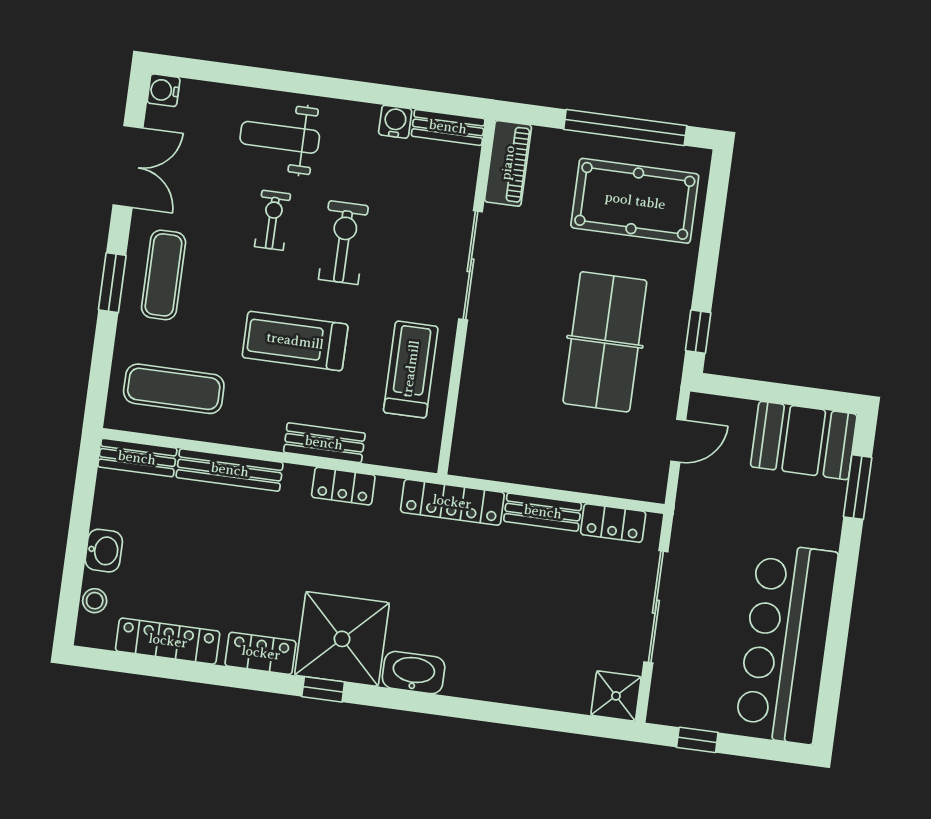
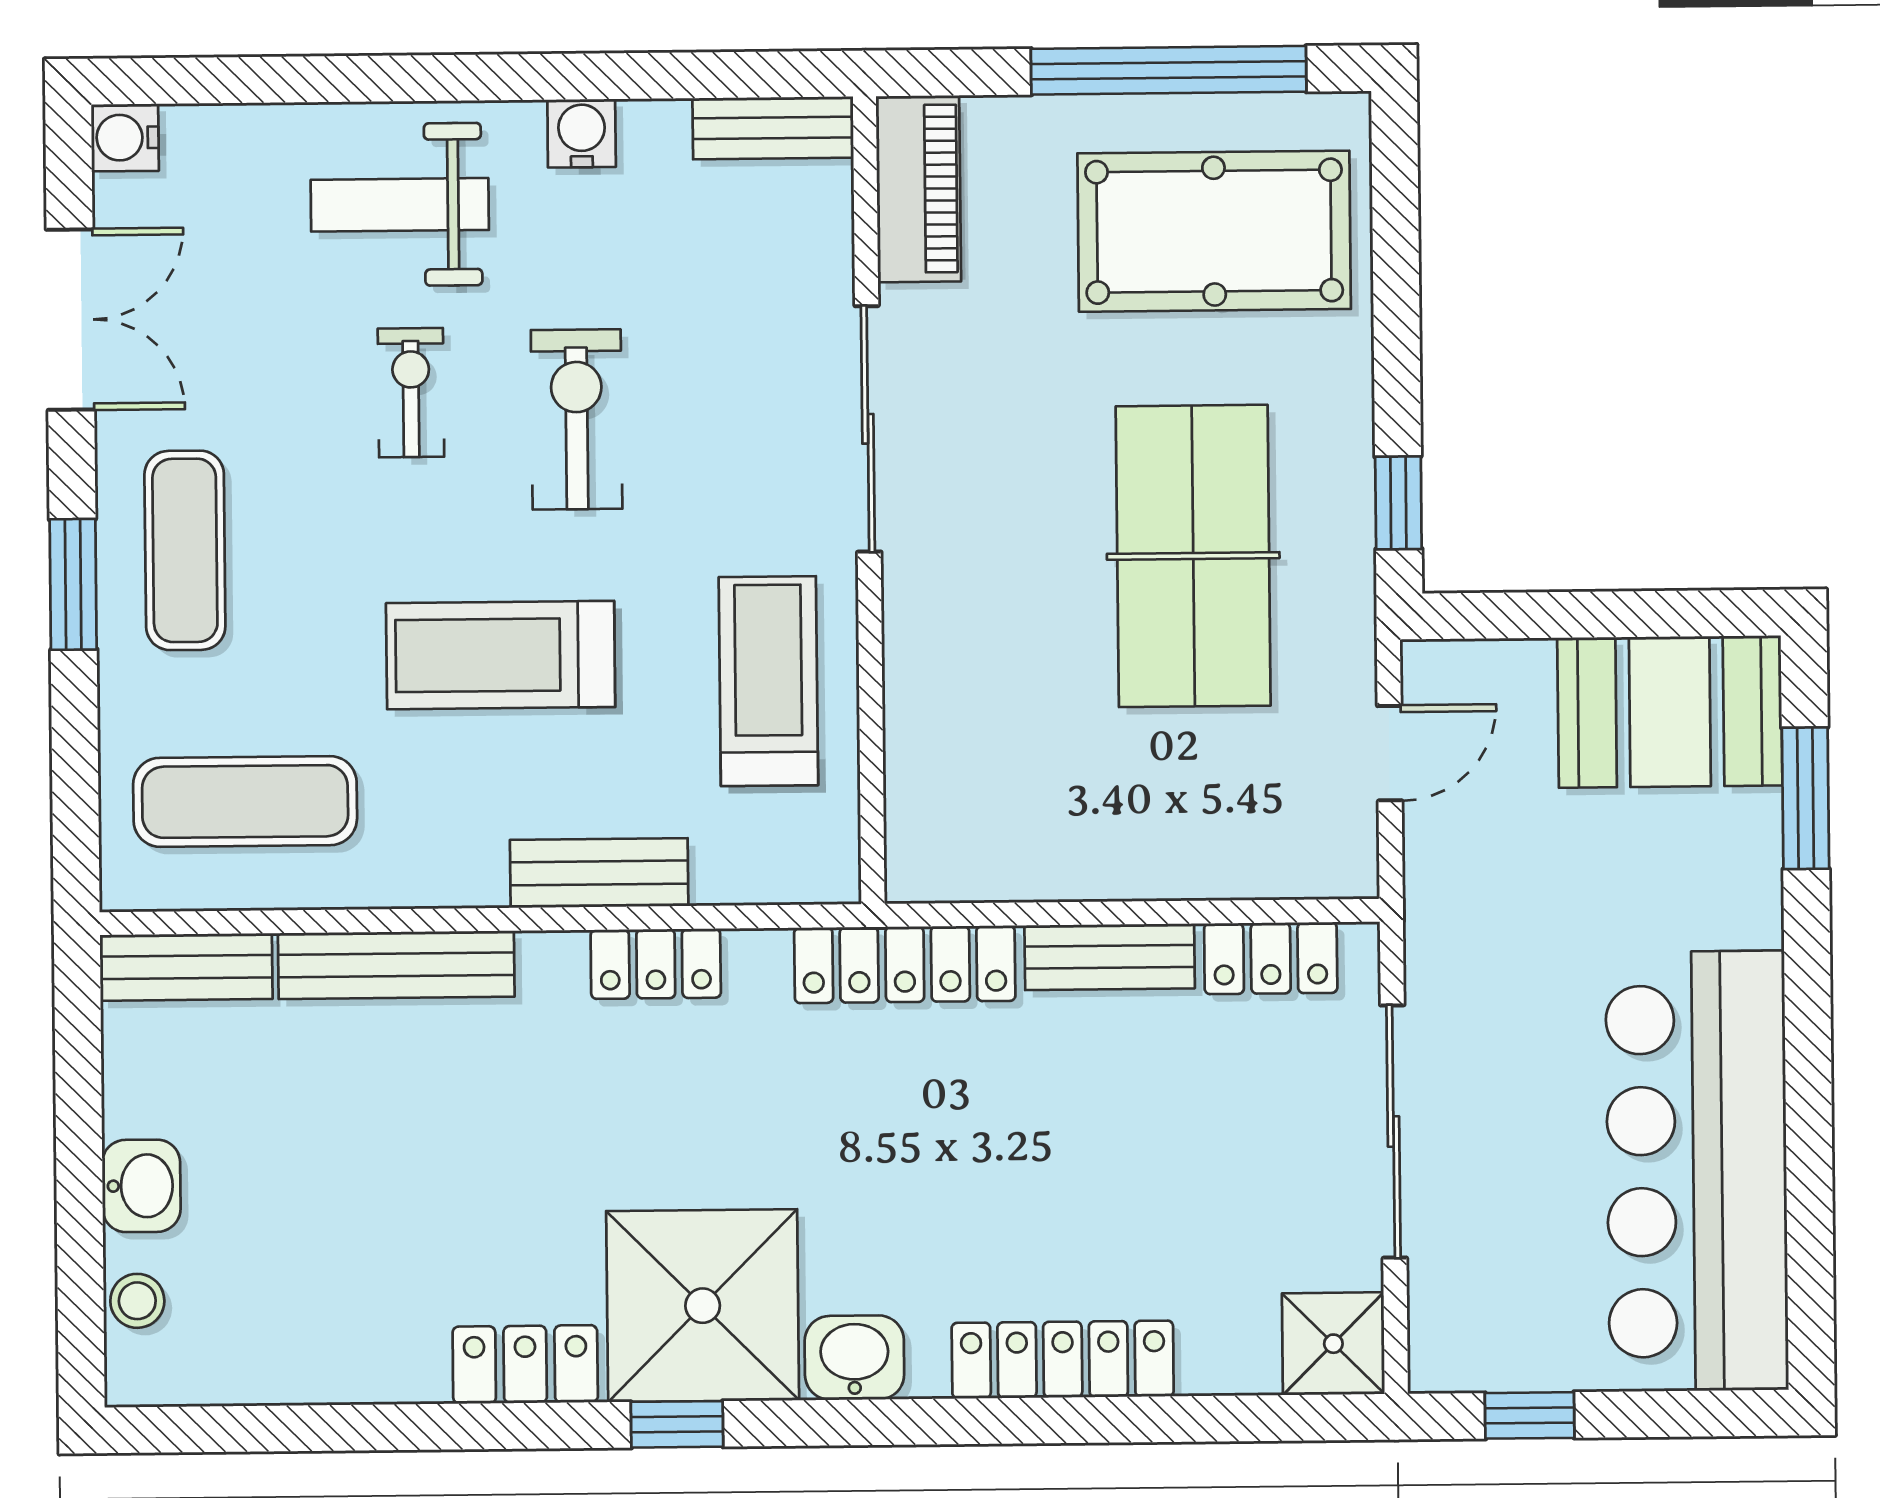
water cooler: (395, 122) -> (582, 133), moved
locker: (168, 641) -> (1063, 1360), moved
washbasin: (414, 673) -> (854, 1358), width x0.72

